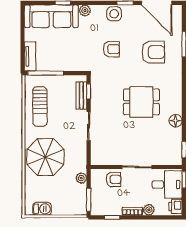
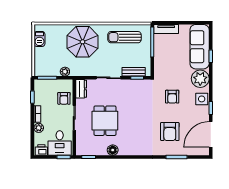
plant: (85, 11) -> (200, 79), width x1.87, depth x1.87
dining table: (141, 102) -> (105, 121), moved
dresser: (102, 159) -> (81, 89), added

